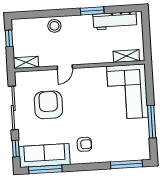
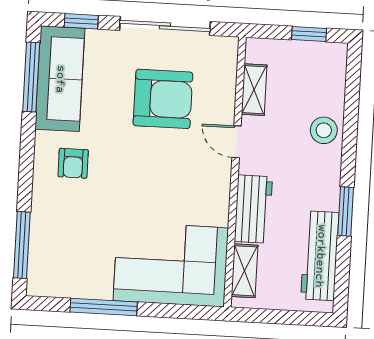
workbench: (96, 55) -> (253, 209), added
shelving: (26, 62) -> (254, 90), moved

